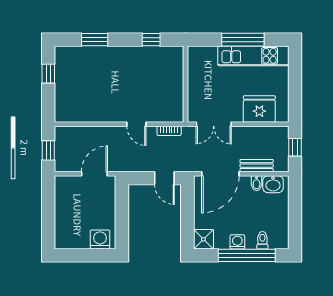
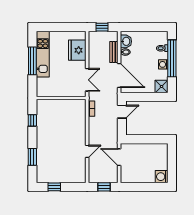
door: (136, 124) -> (87, 151), moved
washing machine: (100, 239) -> (162, 177), moved

